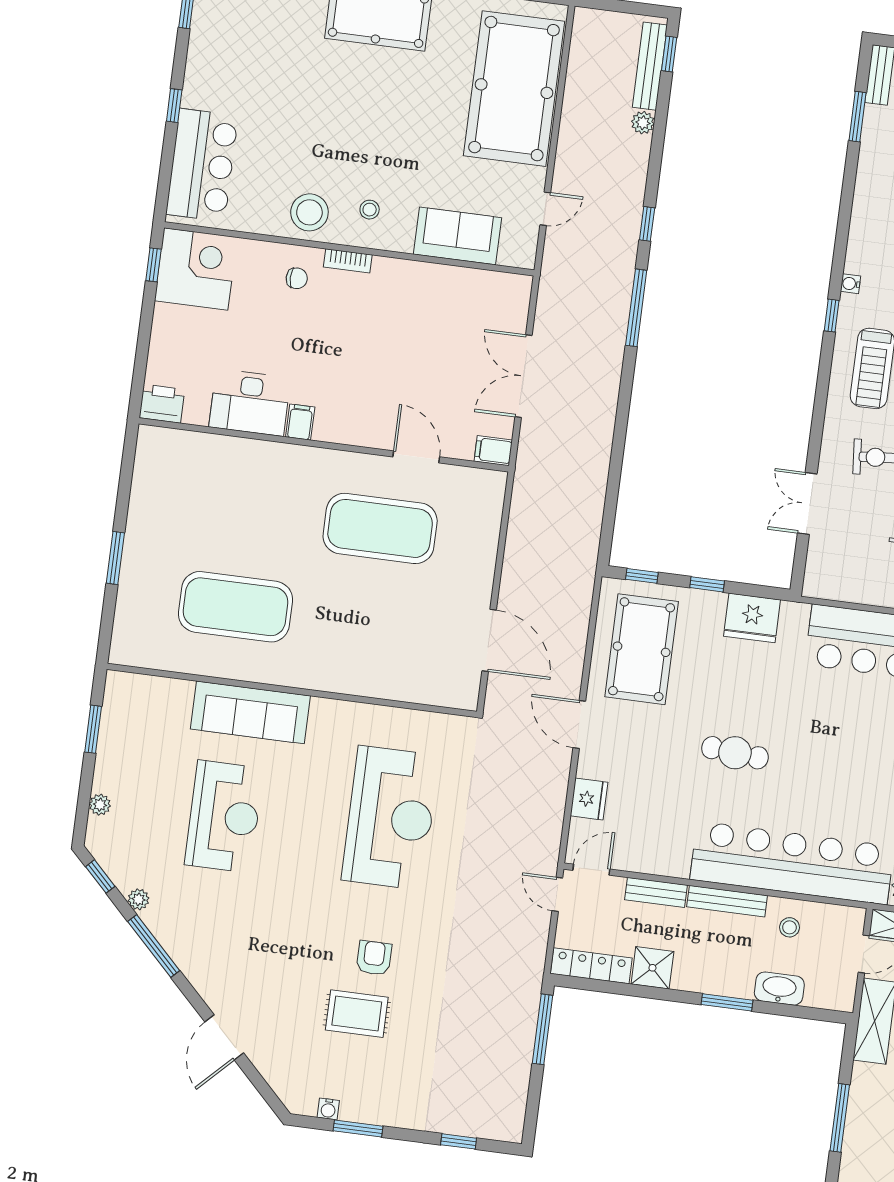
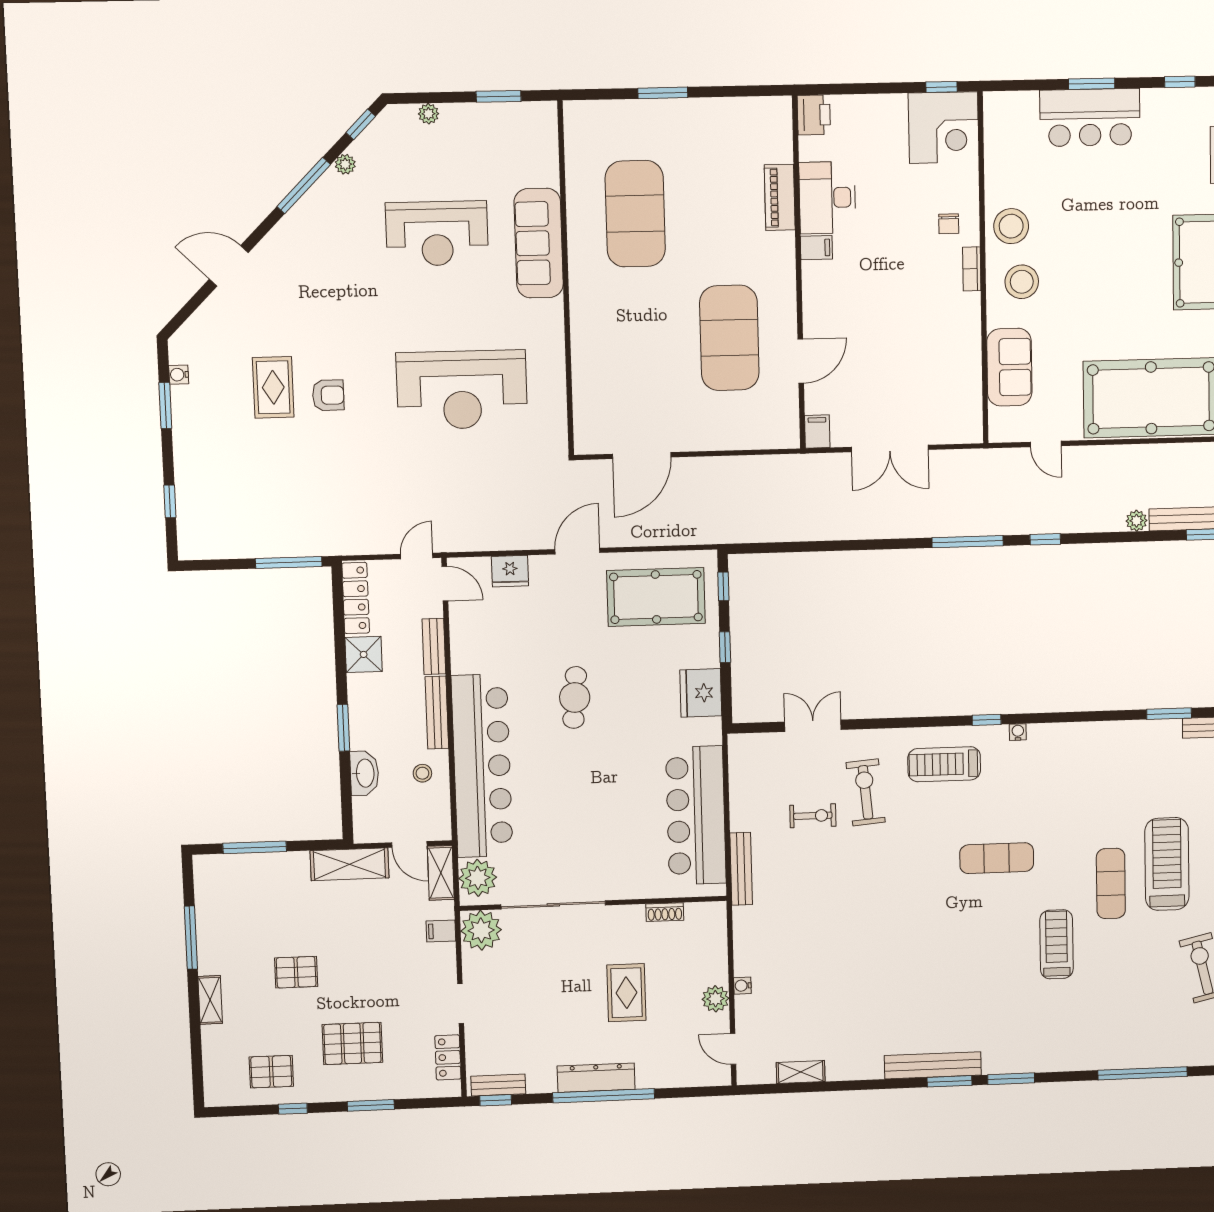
window: (174, 106) -> (1092, 84), width x1.50
bar counter: (202, 165) -> (1090, 117), moved
stool: (370, 210) -> (1022, 282), width x1.89, depth x1.89
double door: (523, 376) -> (890, 448), swing flipped
piano: (242, 453) -> (780, 197), added

